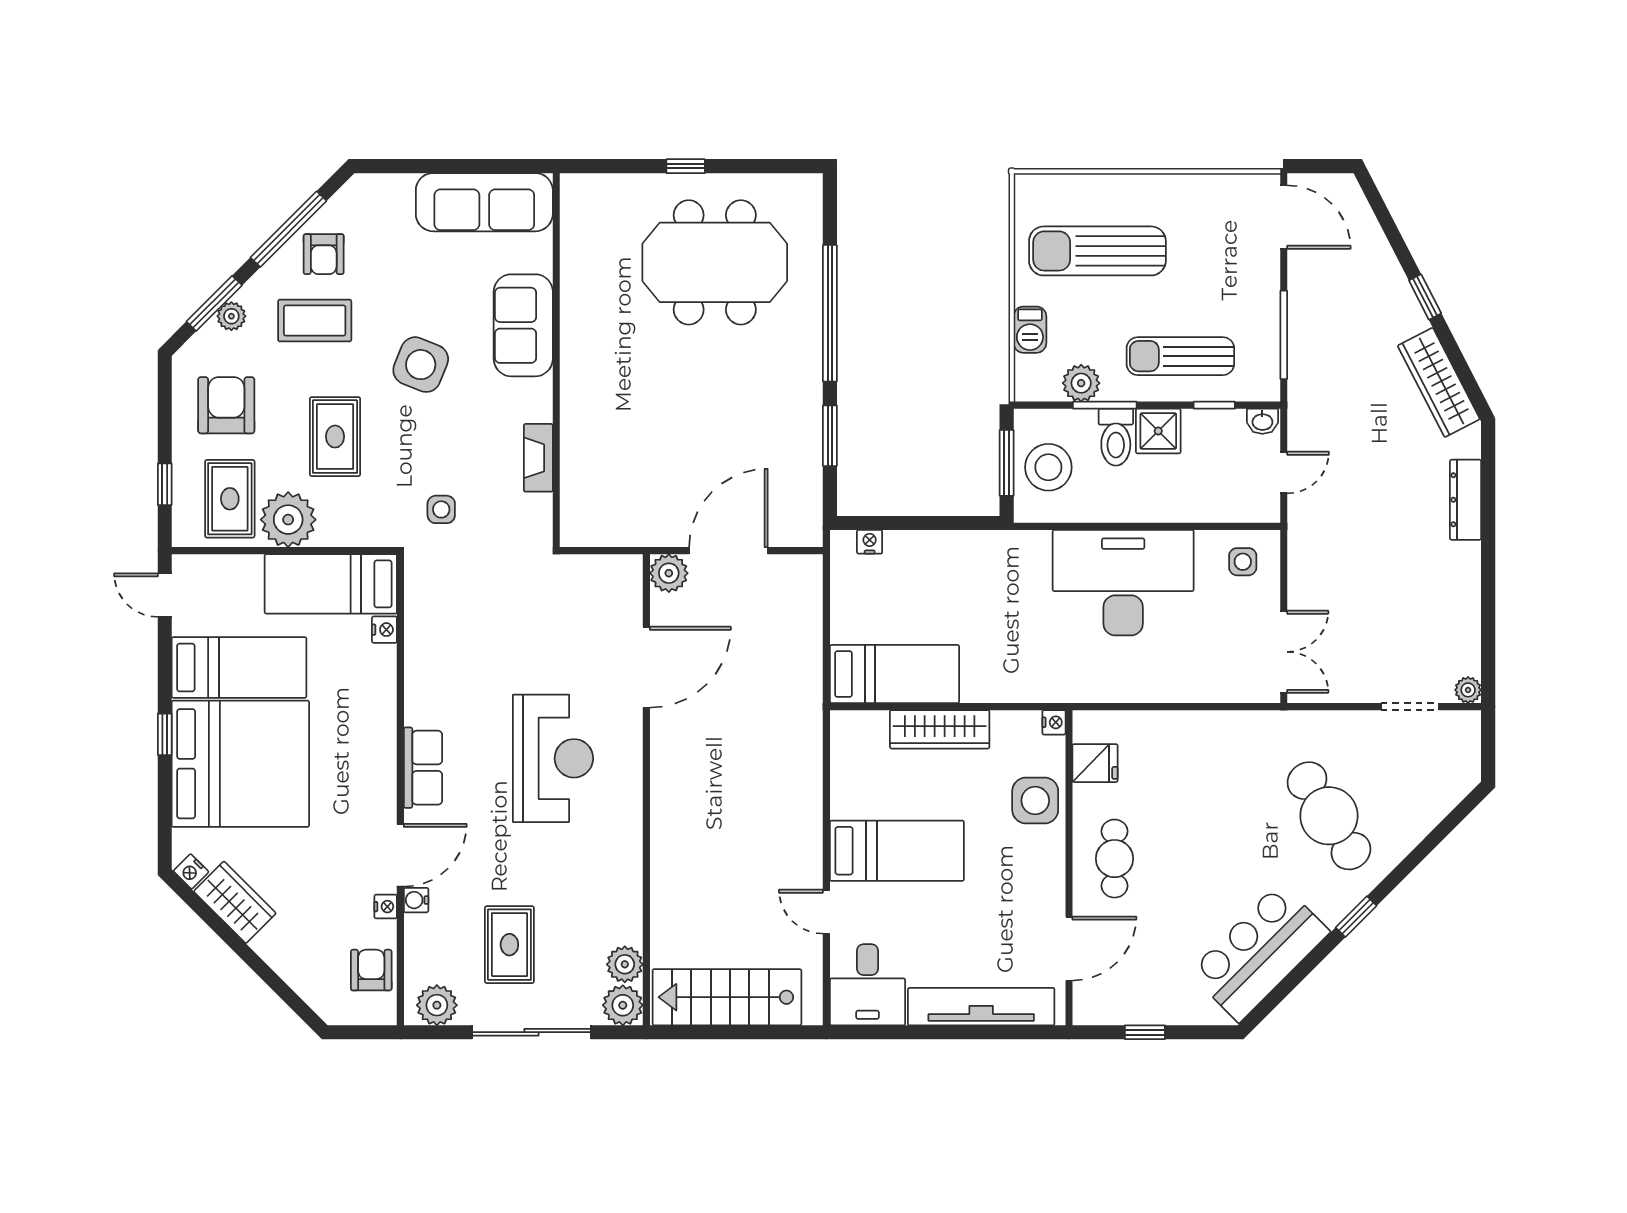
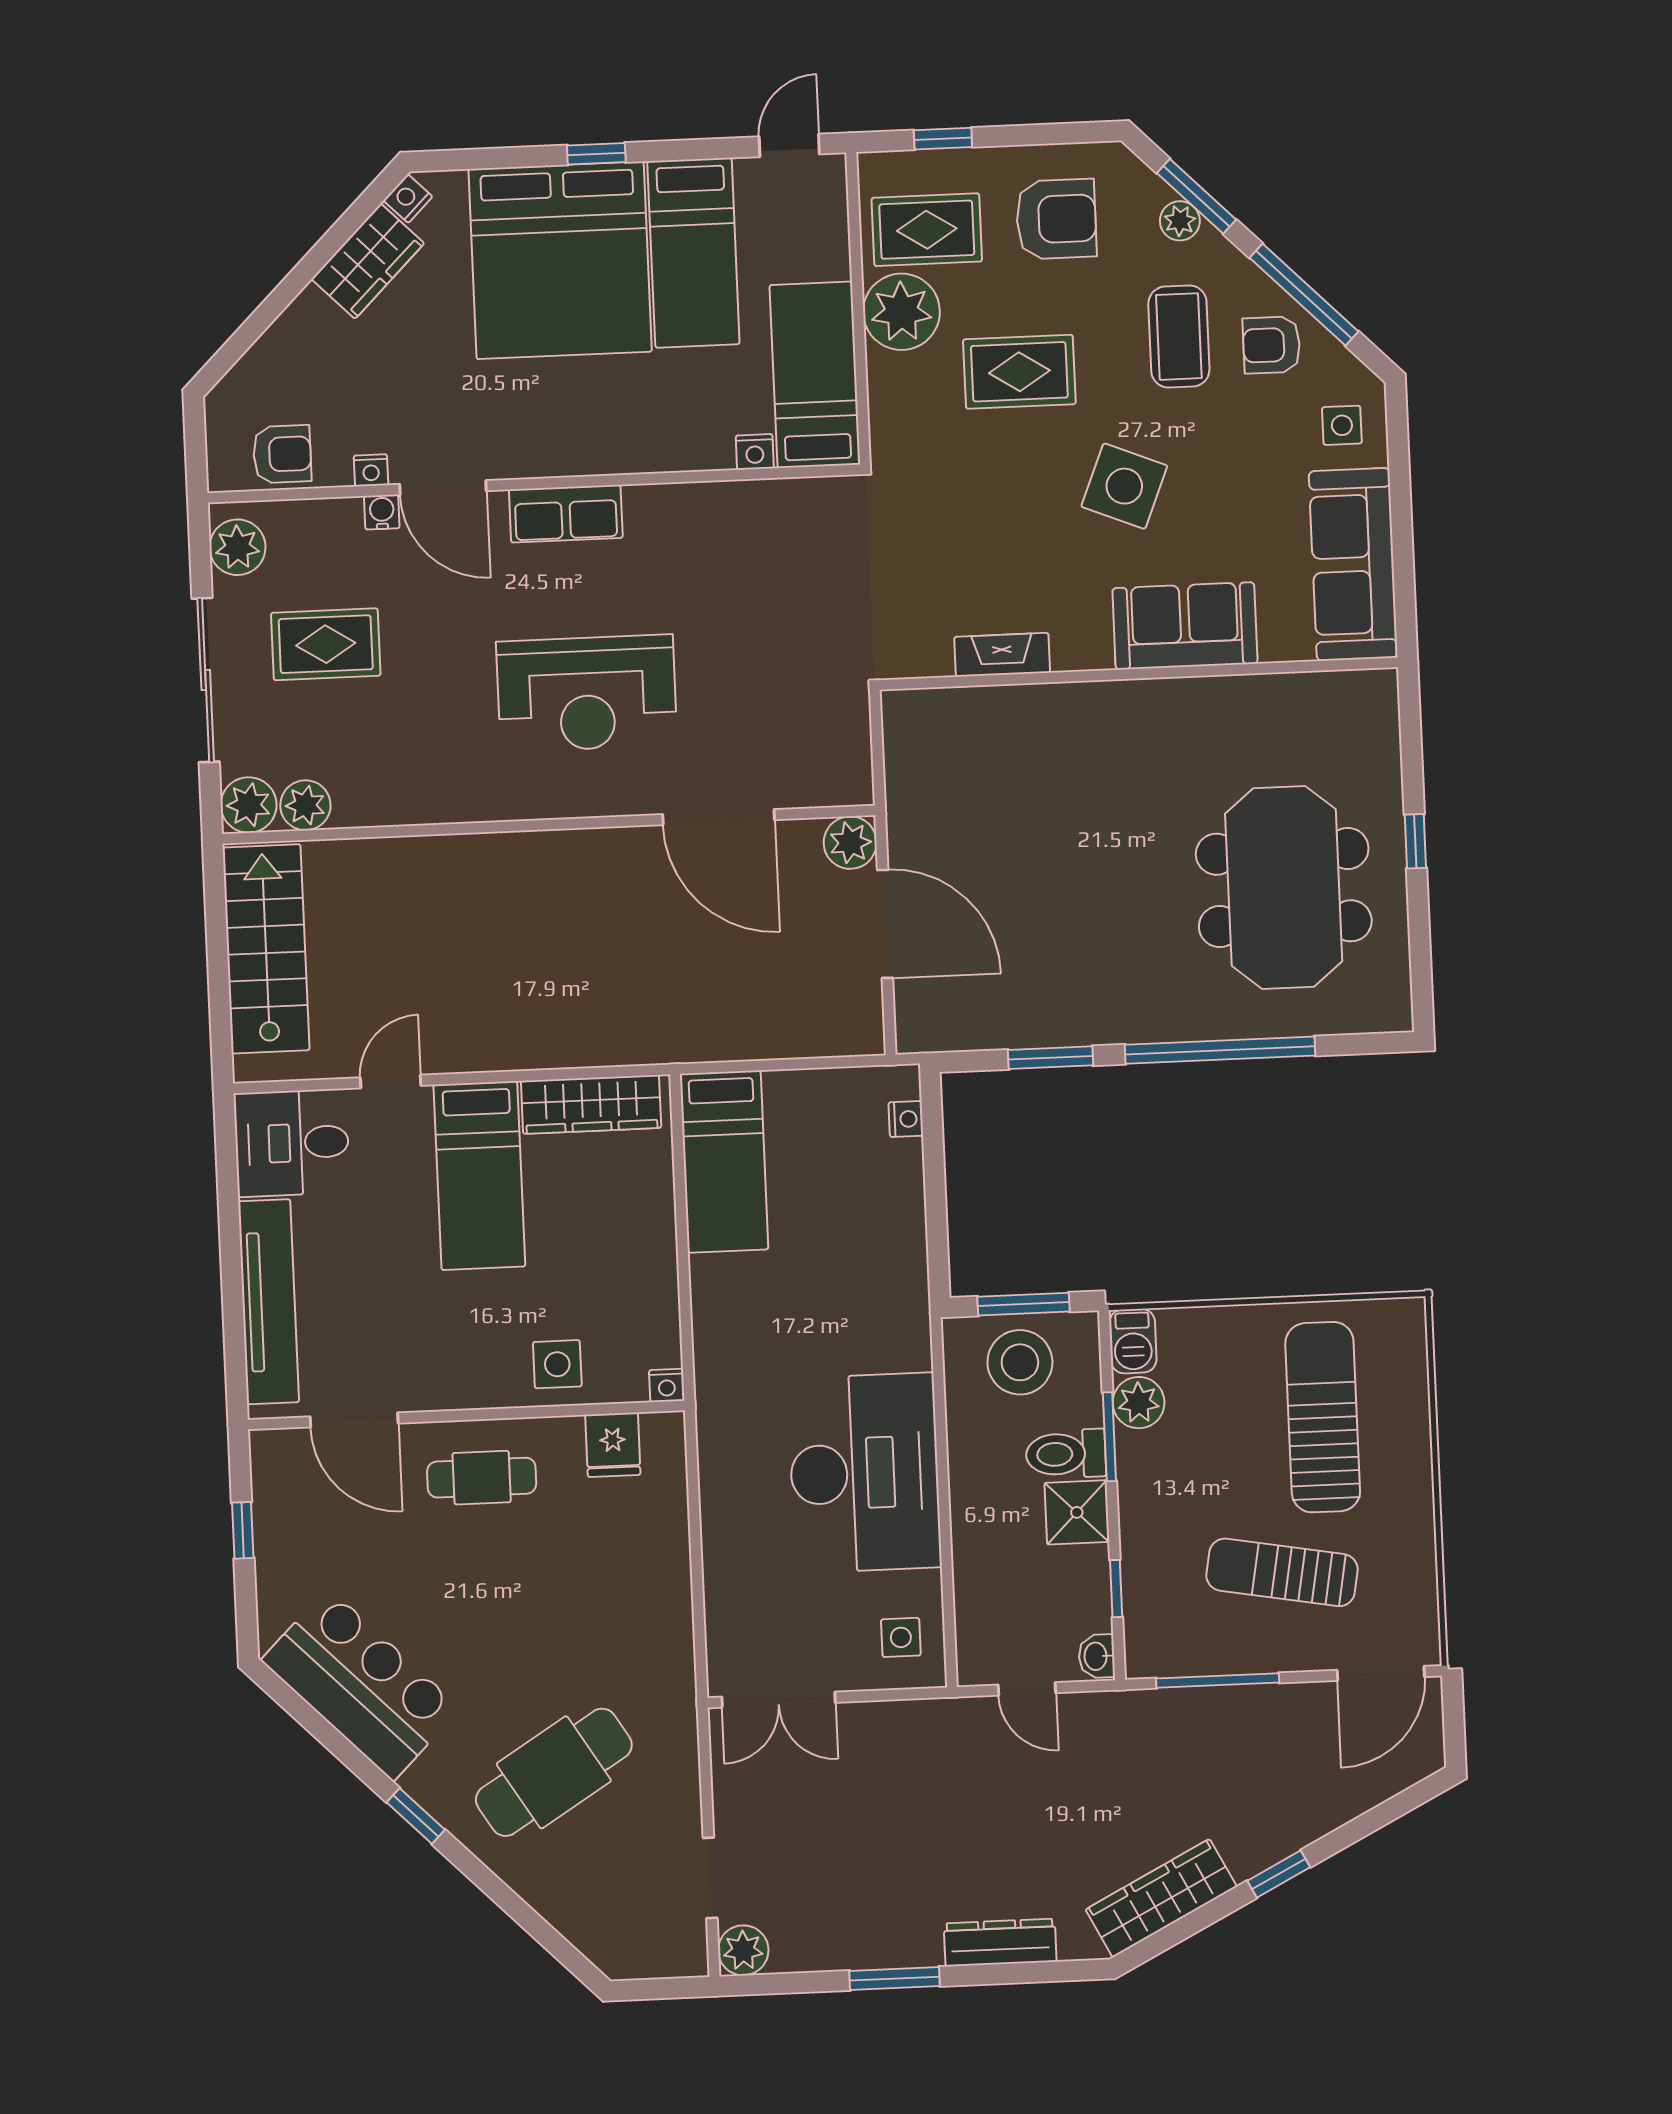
barbecue: (1030, 330) -> (1133, 1341), moved, turned -90
sun lounger: (1180, 356) -> (1282, 1572), moved, turned -80
side table: (441, 509) -> (1342, 425), moved
window: (1488, 577) -> (895, 1978), added
plant: (1468, 690) -> (743, 1950), width x1.38, depth x1.38
wardrobe: (940, 729) -> (591, 1104), moved, turned -90
side table: (1035, 801) -> (557, 1364), width x0.73, depth x0.73

